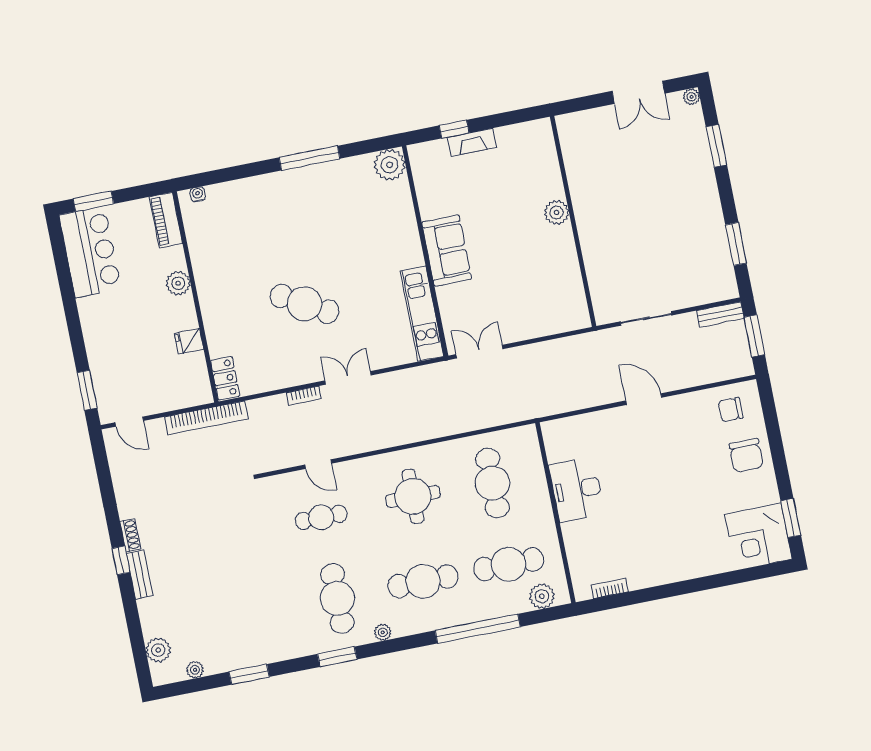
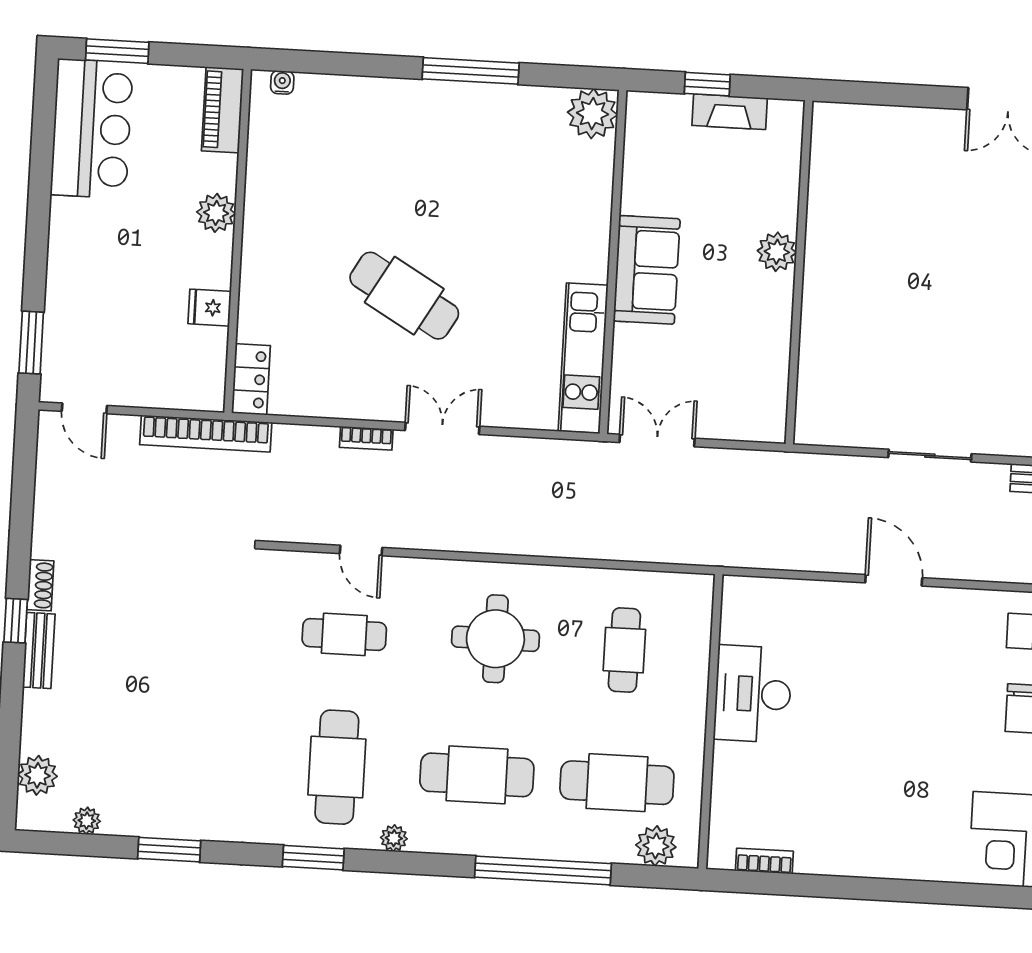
plant: (557, 212) -> (777, 252), moved
wall: (573, 221) -> (799, 272), moved
cafe table: (492, 483) -> (624, 650), width x0.73, depth x0.74

